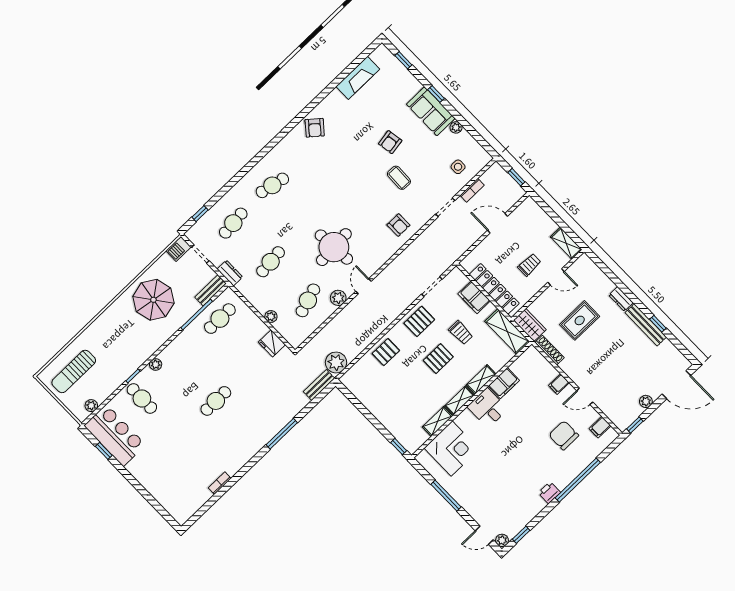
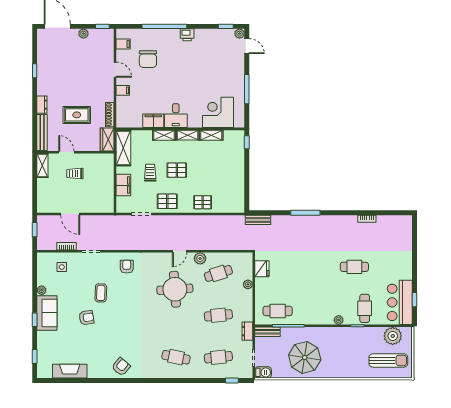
locker: (494, 289) -> (108, 179), removed
bench: (646, 325) -> (42, 133), moved
plant: (336, 362) -> (236, 223), removed
cafe table: (216, 401) -> (354, 267), moved
plant: (91, 406) -> (393, 336), width x1.87, depth x1.87

